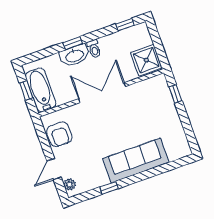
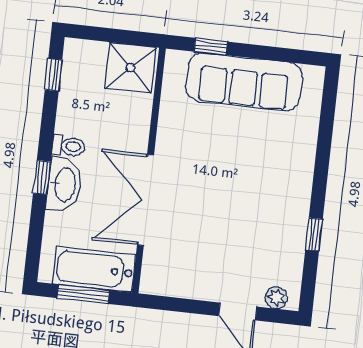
window: (26, 90) -> (83, 294), width x1.50
double door: (102, 93) -> (145, 200), moved
armchair: (59, 134) -> (184, 274), removed
sofa: (136, 160) -> (244, 82), moved, turned -90

